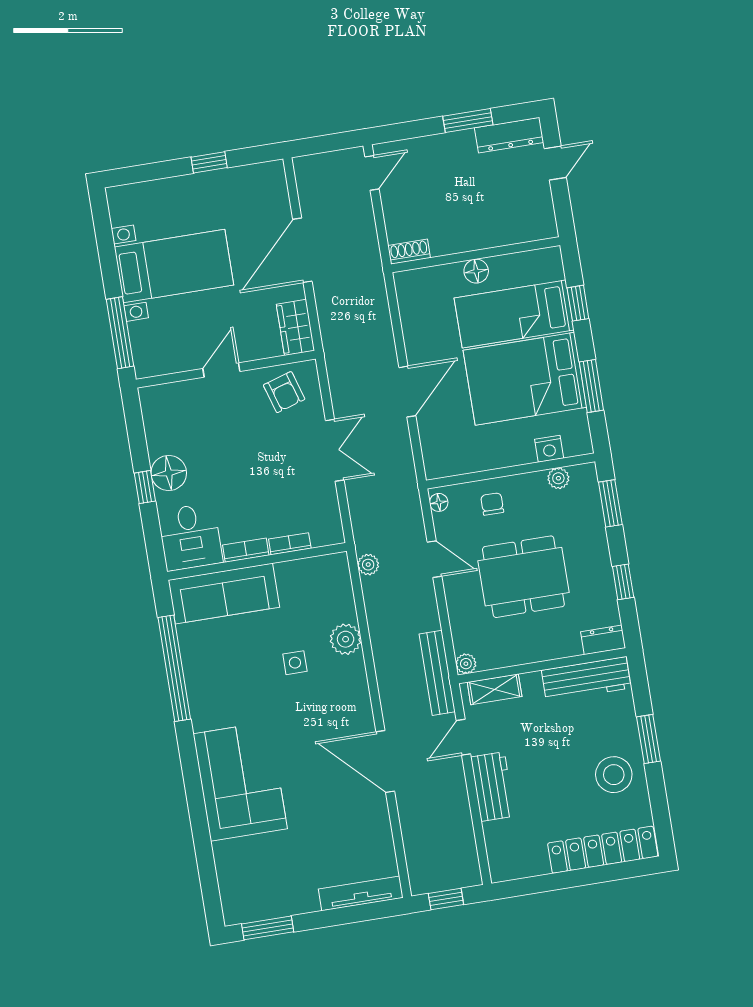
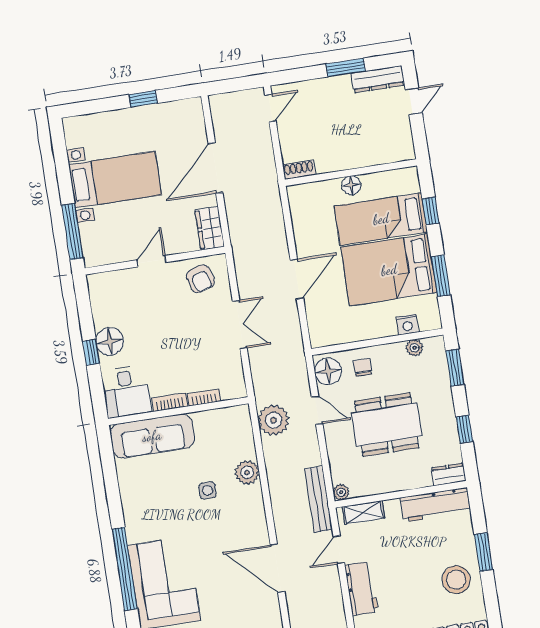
floor lamp: (439, 502) -> (328, 371), width x1.89, depth x1.89
plant: (368, 565) -> (274, 420), width x1.88, depth x1.88
window: (174, 668) -> (125, 569), moved

